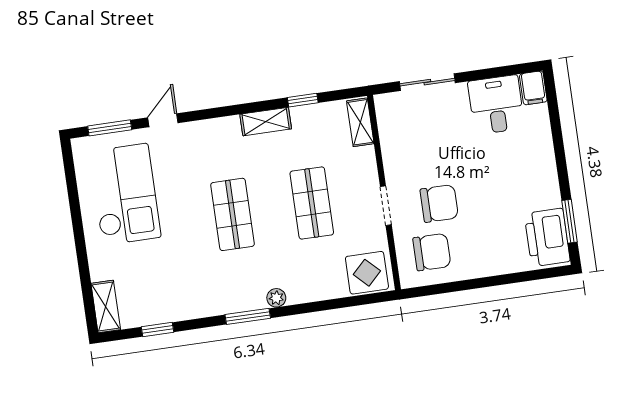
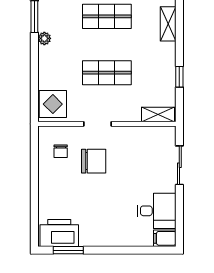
shelving: (266, 122) -> (168, 24), moved
chair: (439, 203) -> (94, 161), turned -90
chair: (432, 252) -> (61, 151), width x0.54, depth x0.54

